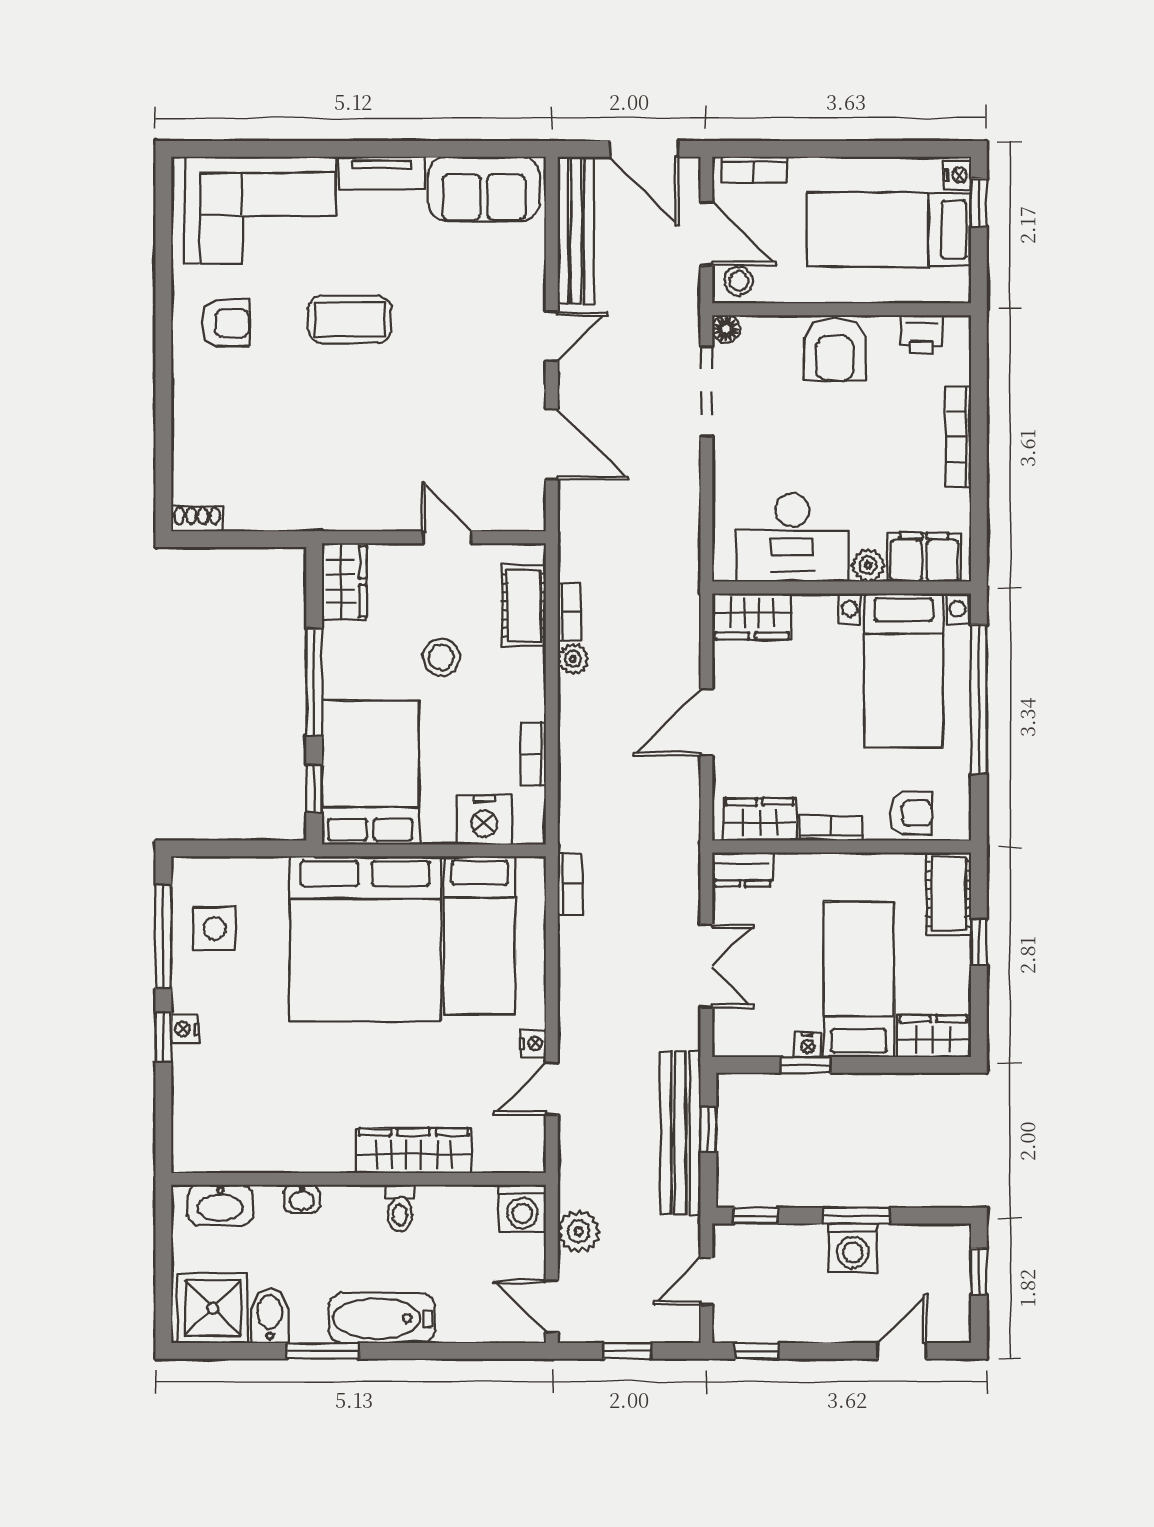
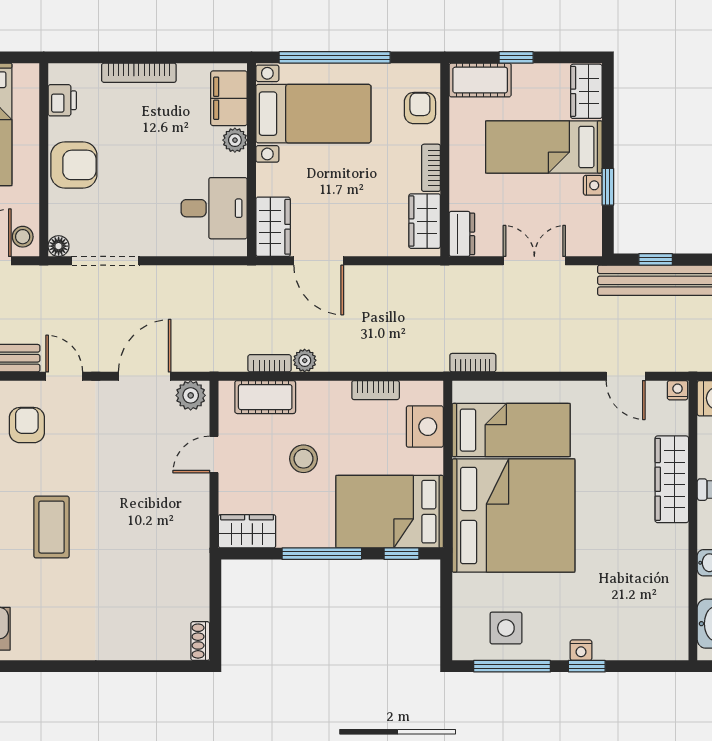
armchair: (226, 323) -> (27, 425), moved
plant: (526, 506) -> (191, 395), added
desk: (792, 537) -> (214, 208), width x0.73
door: (706, 722) -> (319, 261), moved
nightstand: (533, 1044) -> (678, 390), moved

